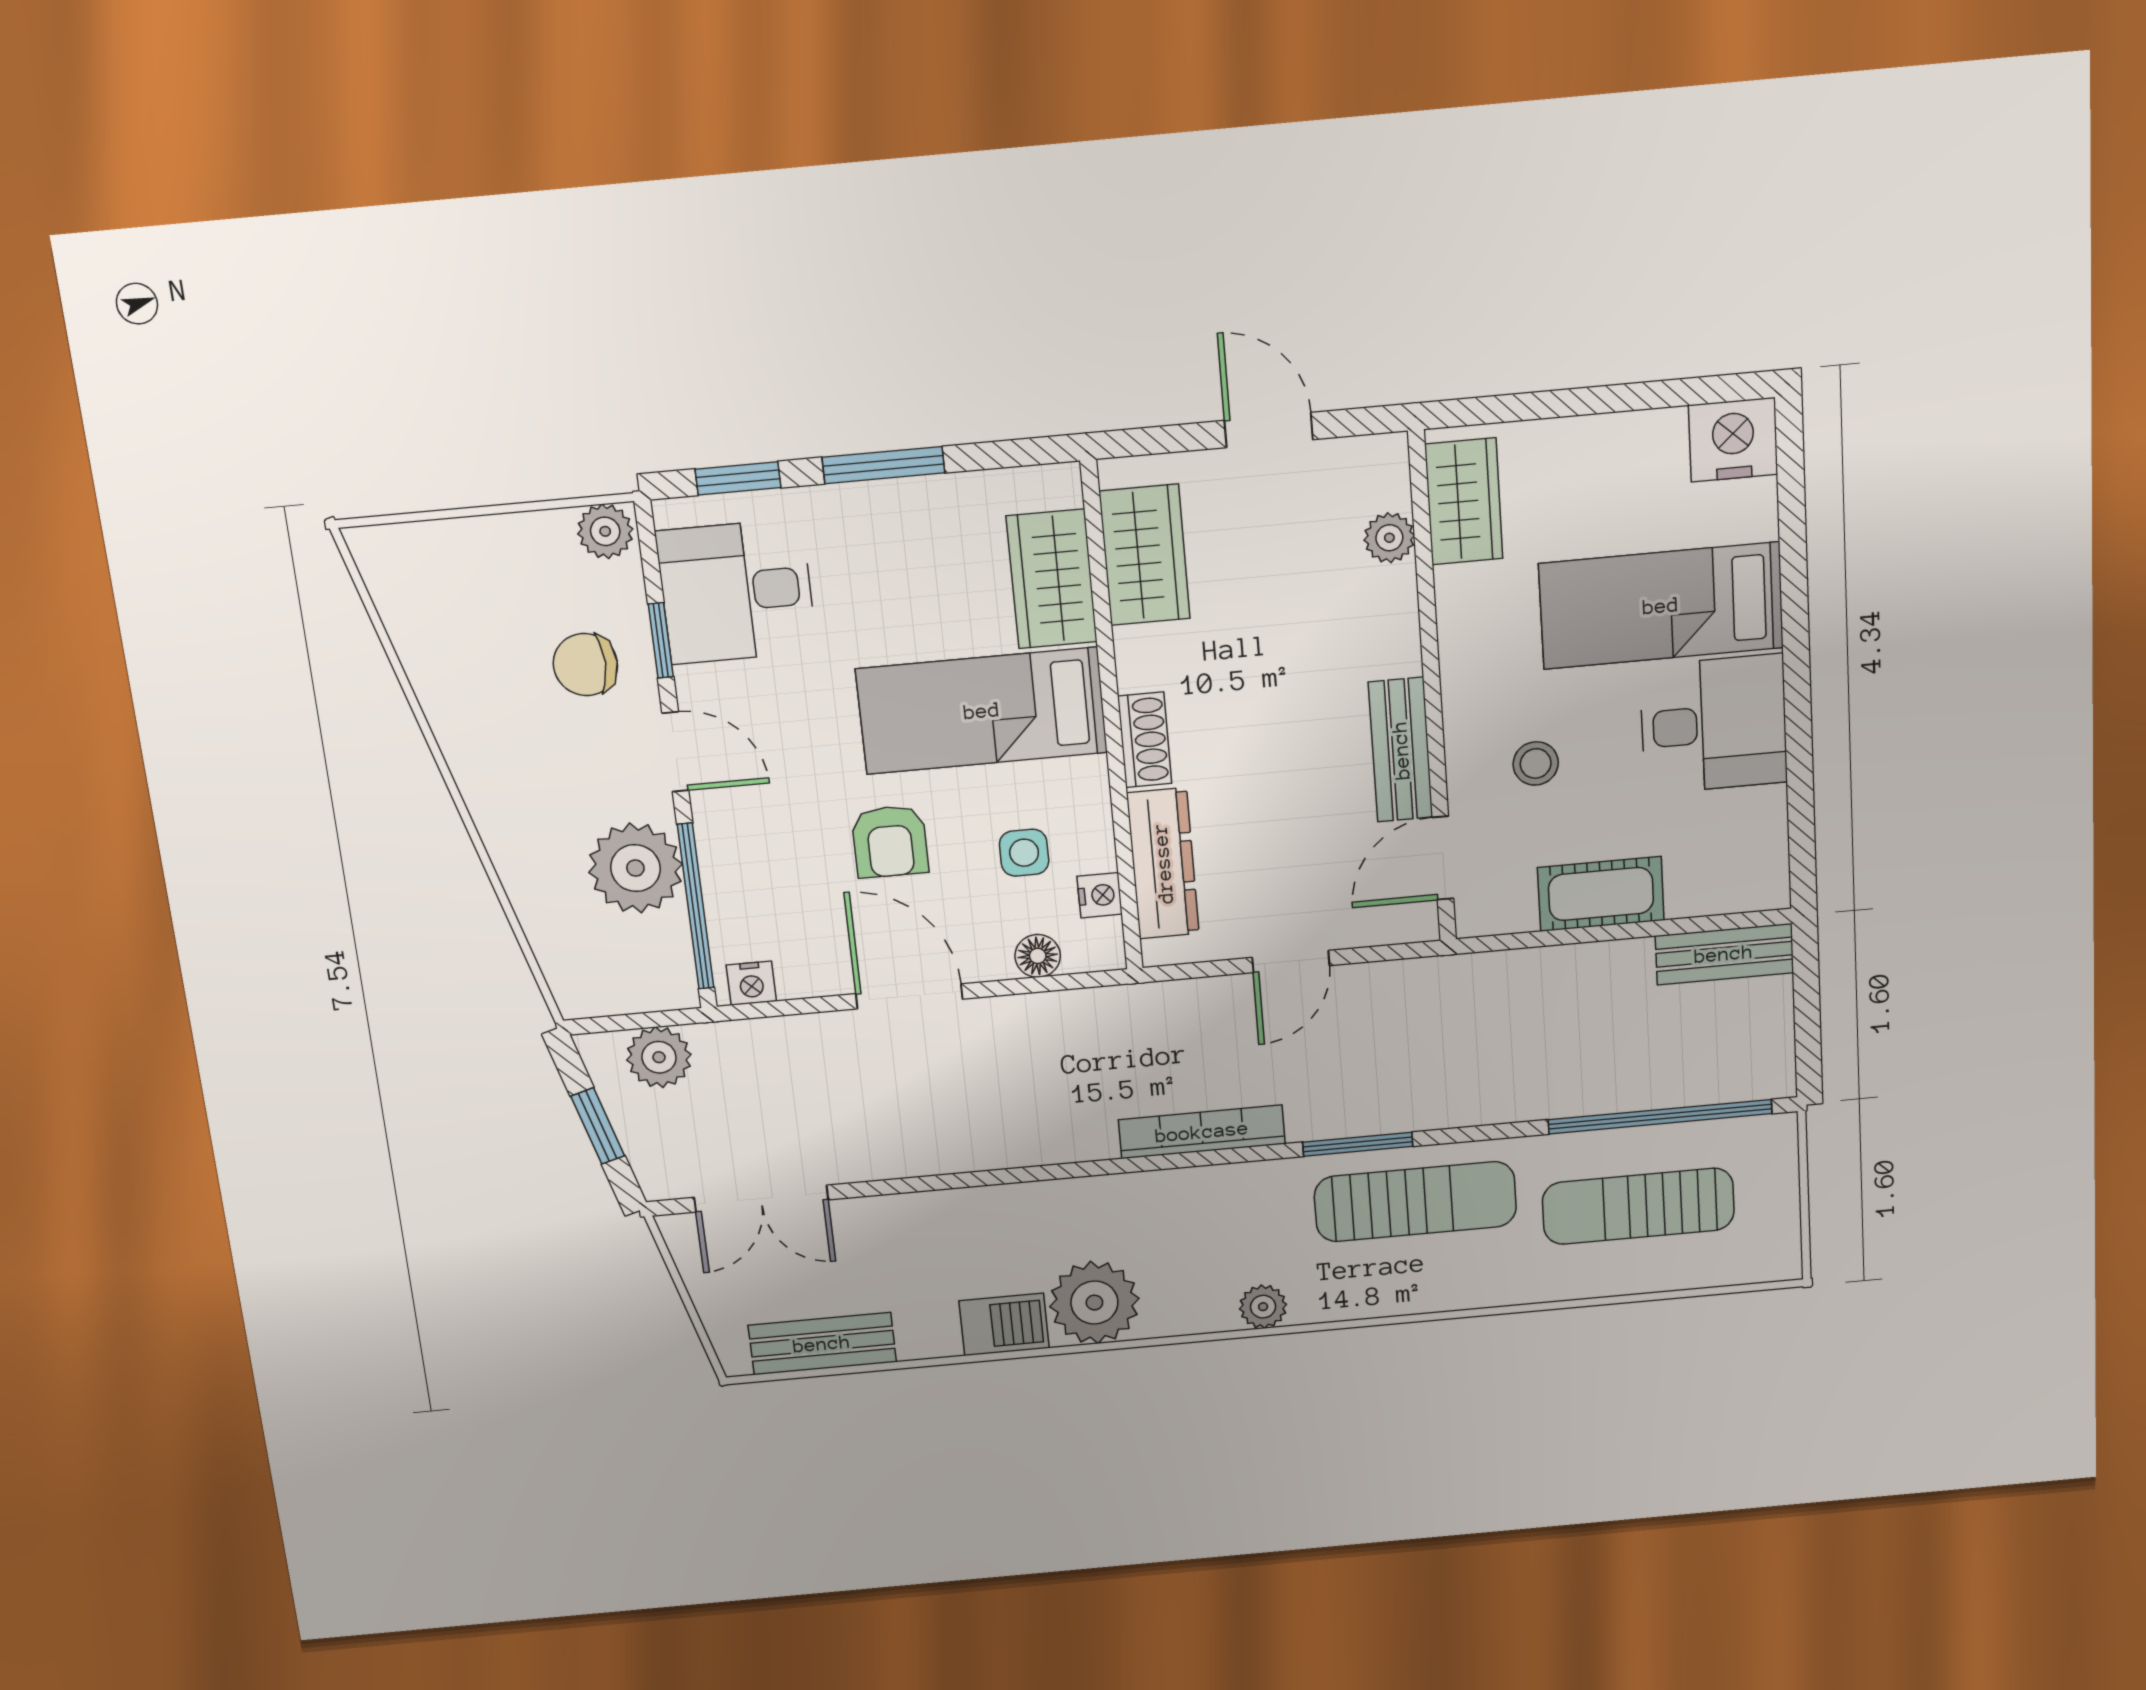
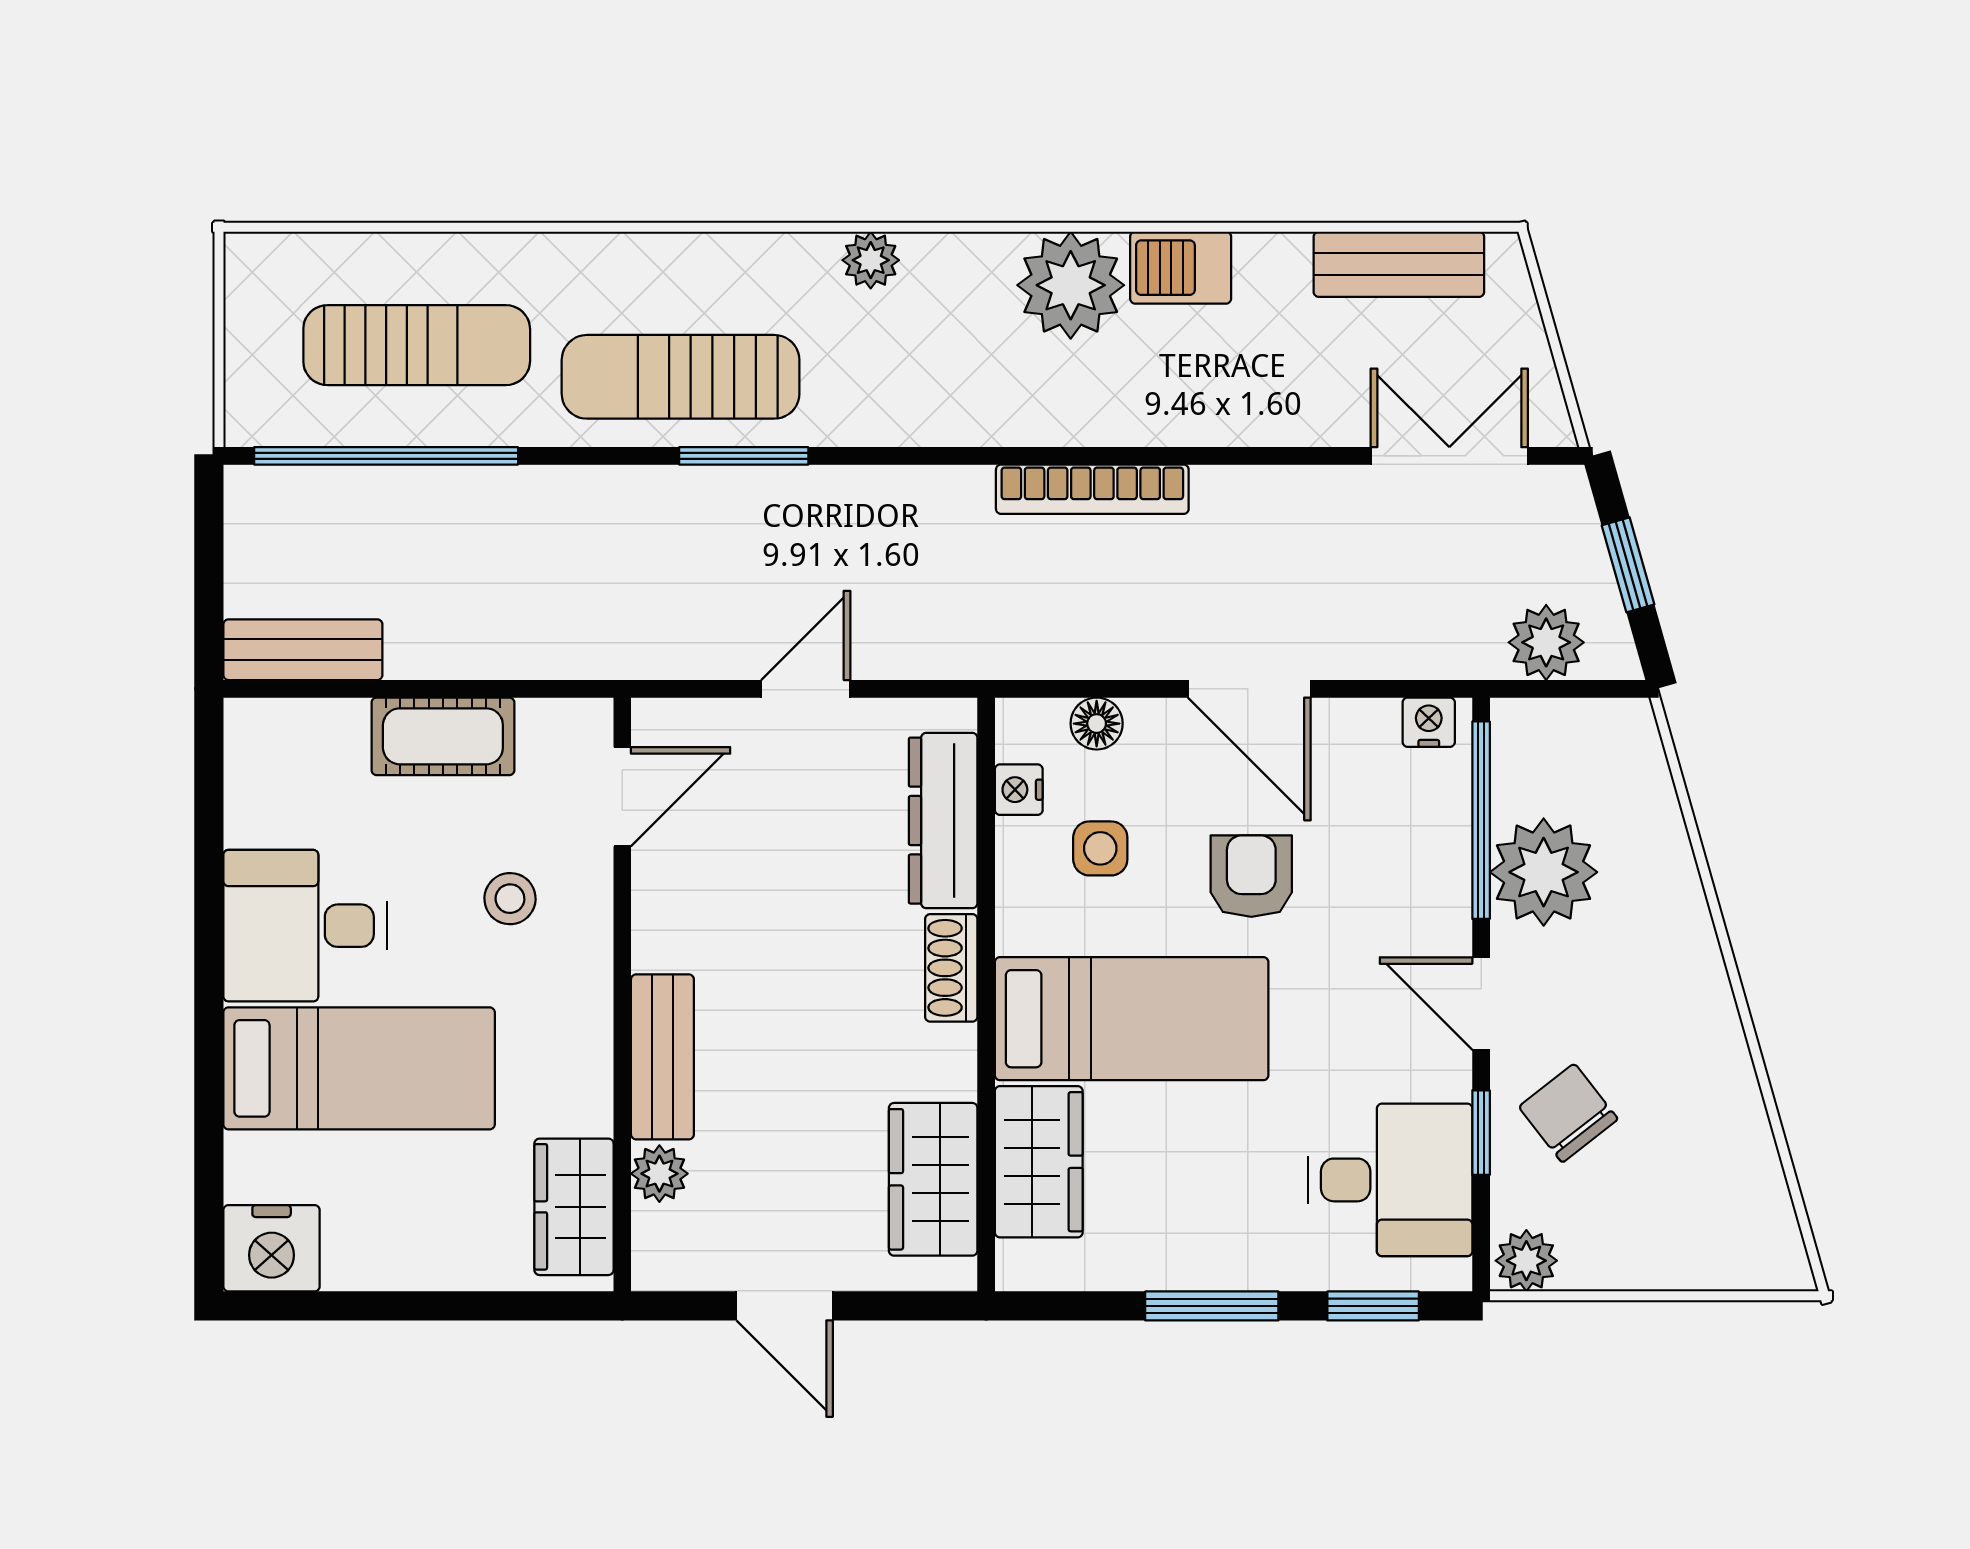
chair: (585, 665) -> (1568, 1113), turned -128
bench: (1401, 750) -> (662, 1057), moved
bookcase: (1202, 1132) -> (1092, 489), moved

